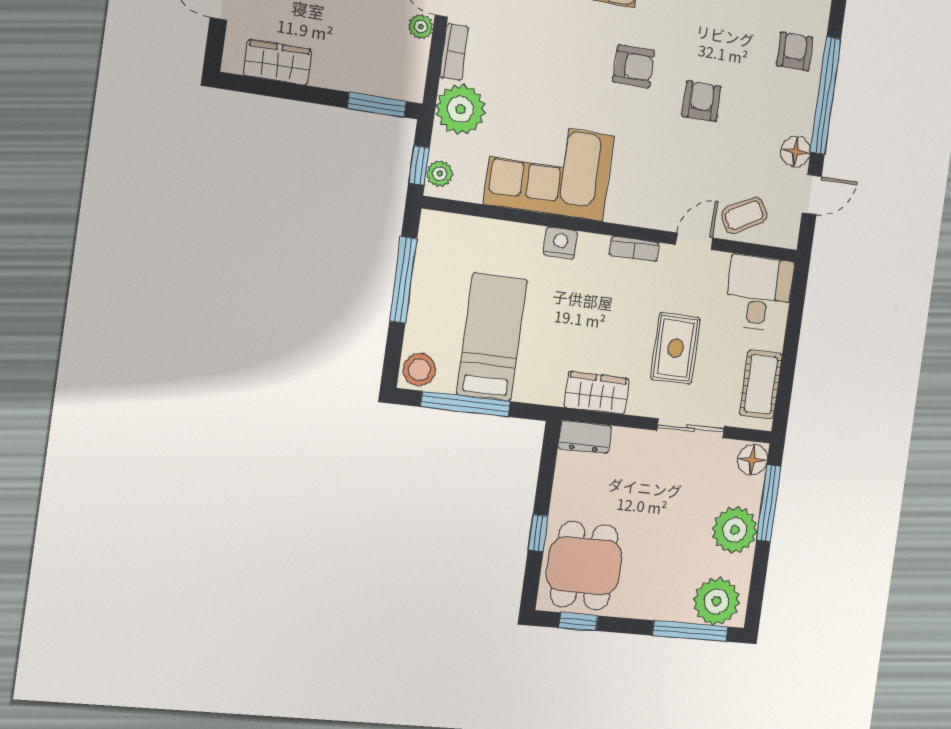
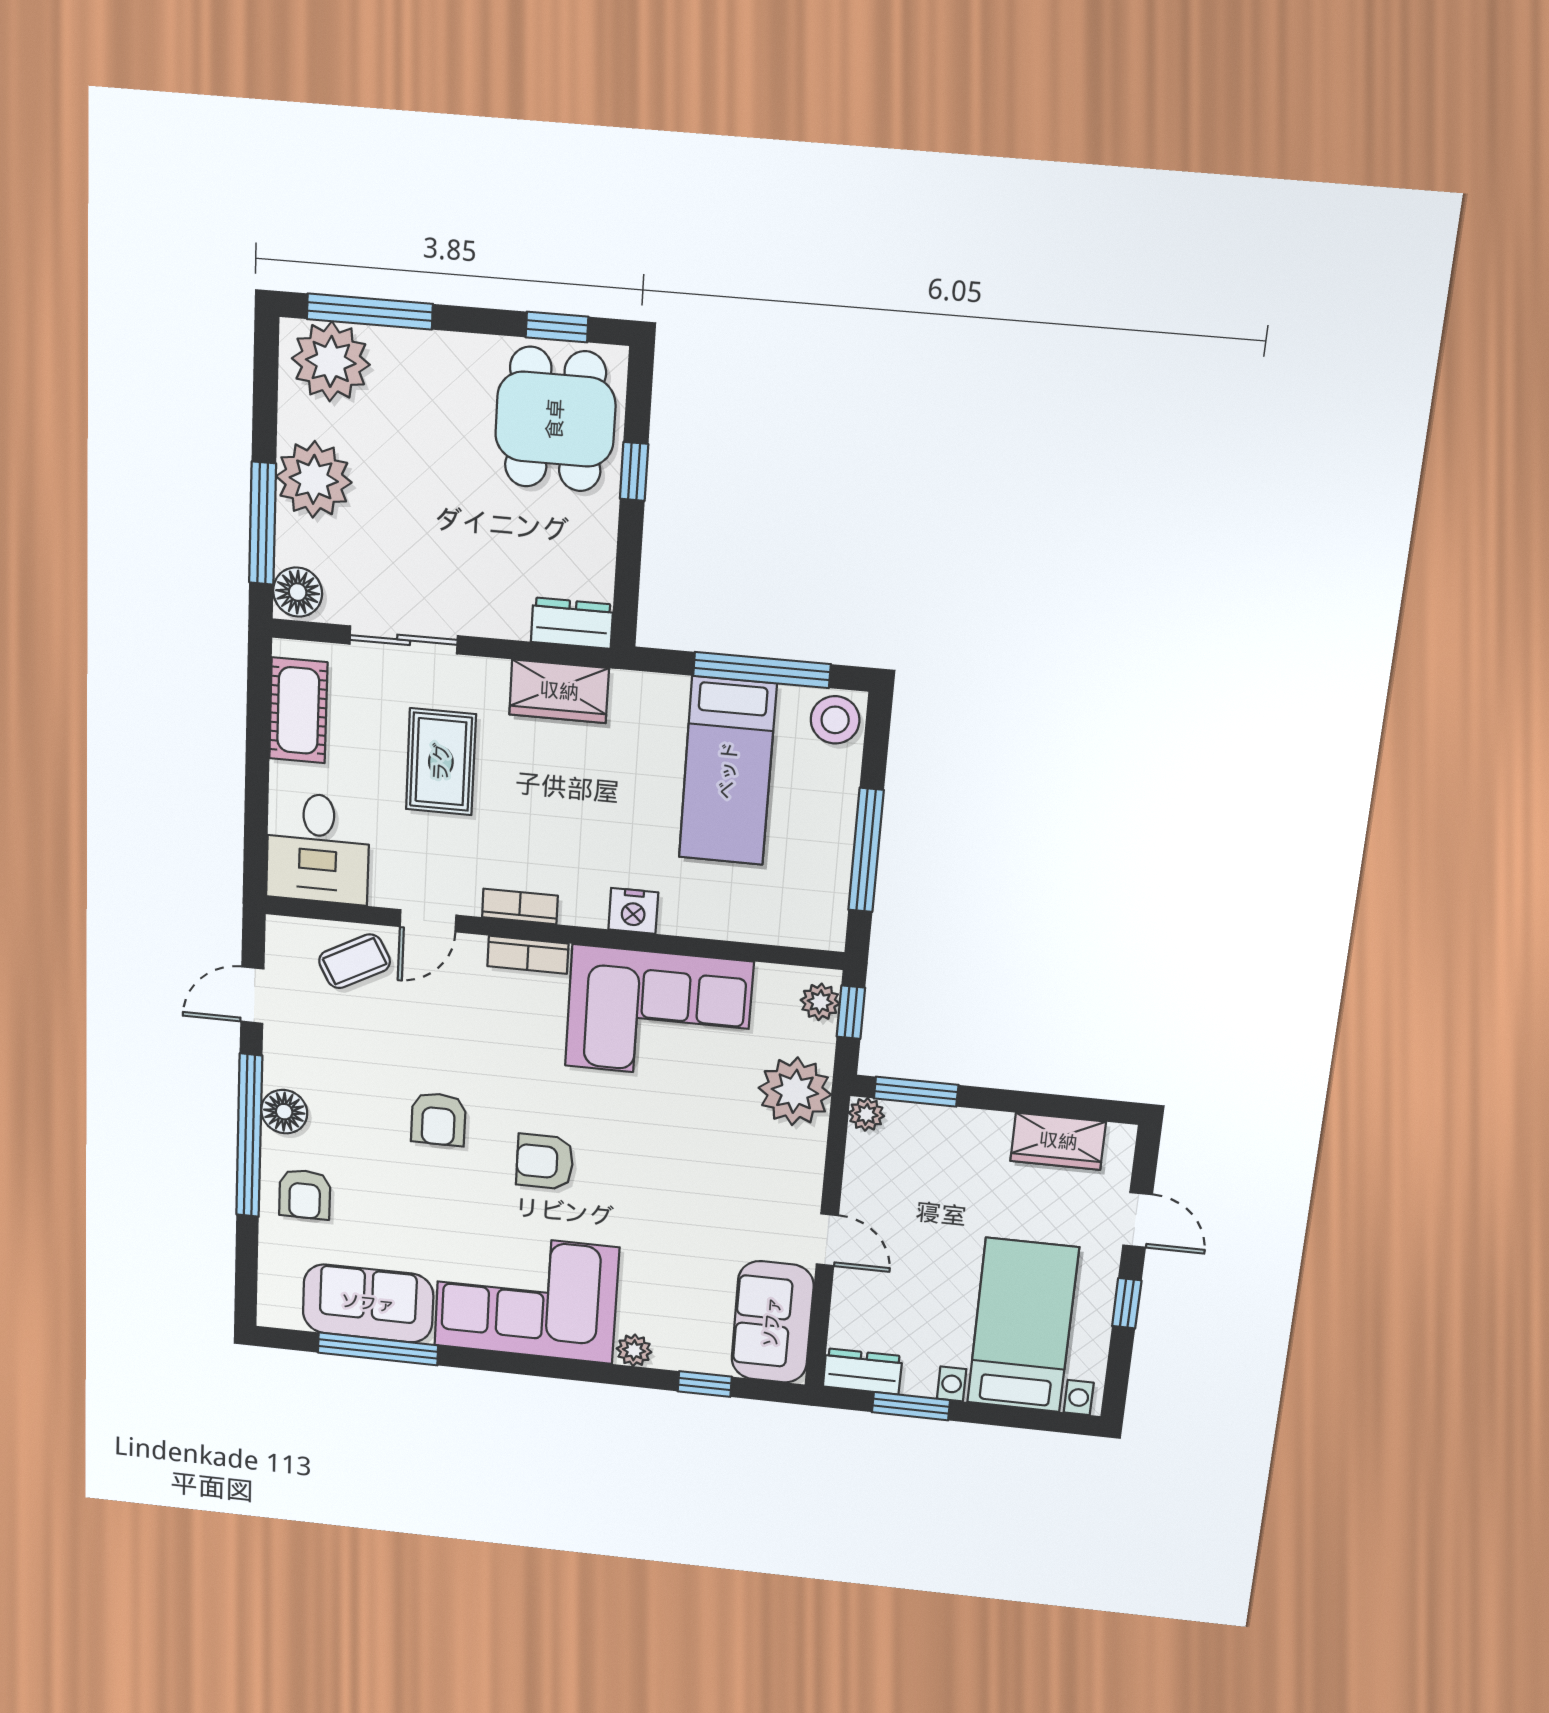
plant: (421, 27) -> (866, 1114), moved
bookcase: (454, 52) -> (528, 955), moved, turned -90
floor lamp: (796, 151) -> (284, 1112), moved

